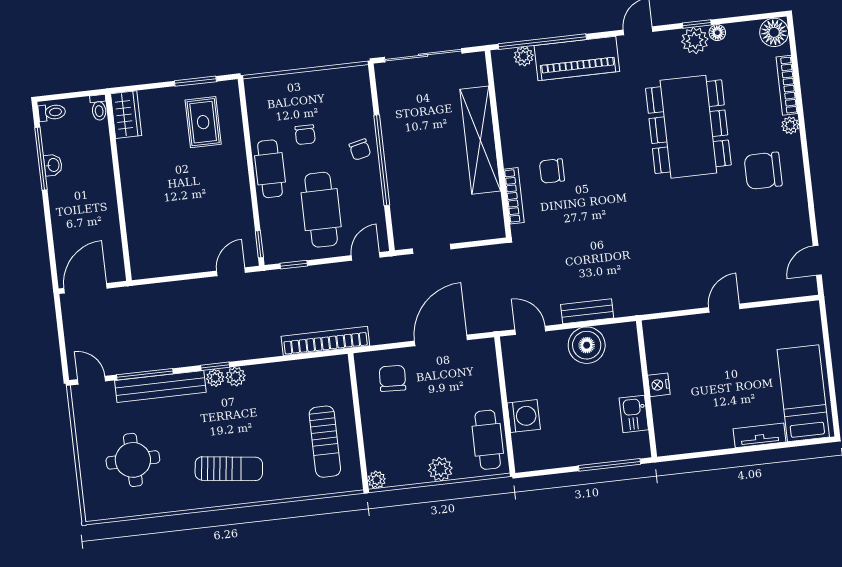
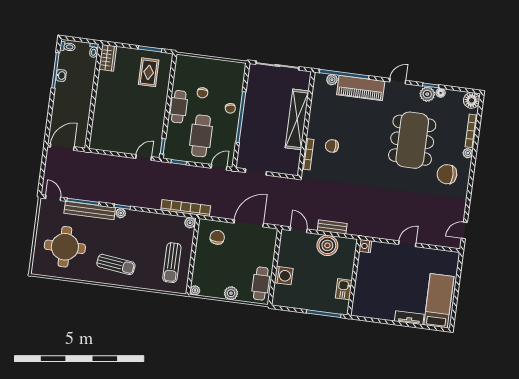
plant: (236, 376) -> (190, 223), moved
nightstand: (659, 385) -> (365, 246), moved
round table: (133, 460) -> (65, 247), width x1.36, depth x1.36

